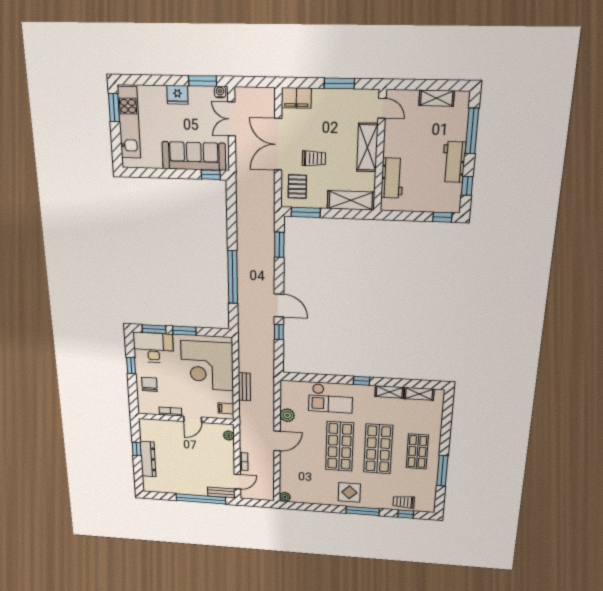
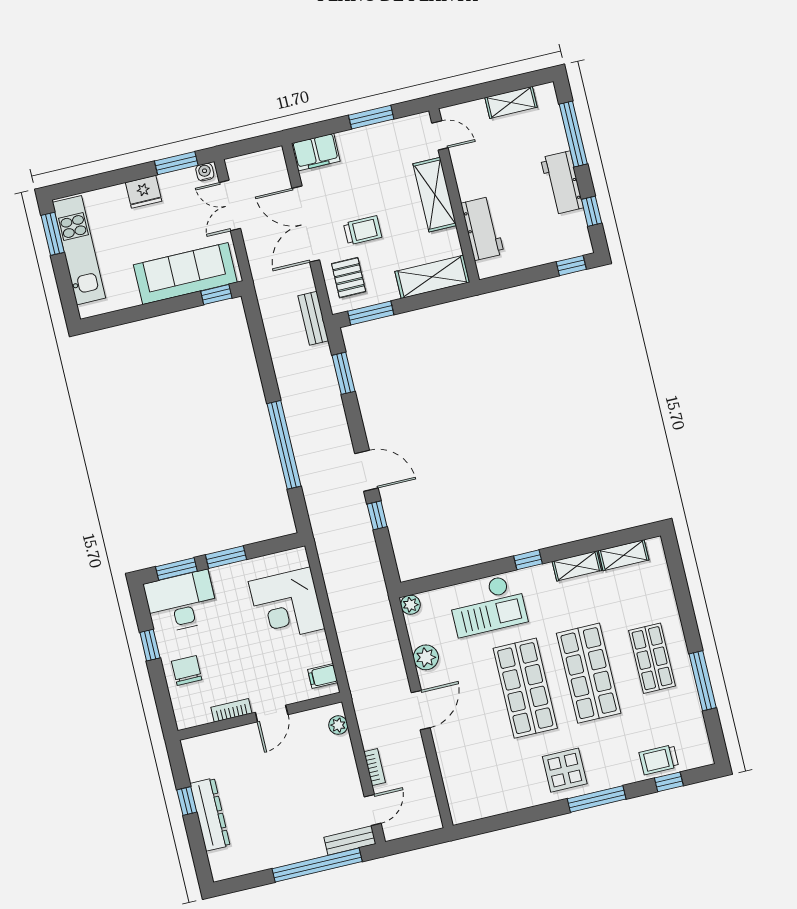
corner desk: (207, 366) -> (287, 605), width x0.74, depth x0.74
bench: (244, 387) -> (313, 318), moved
plant: (285, 497) -> (410, 605), moved

